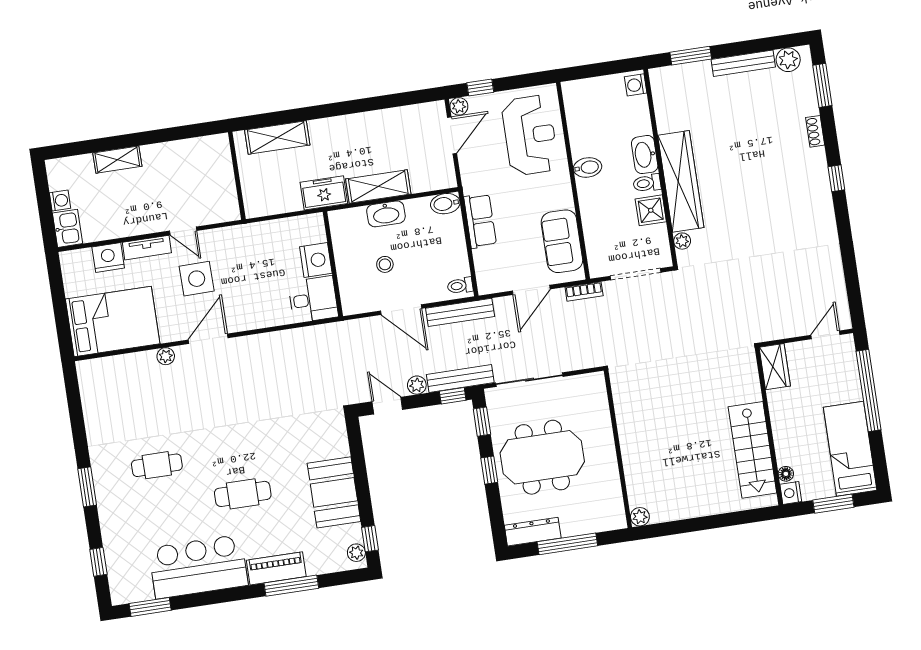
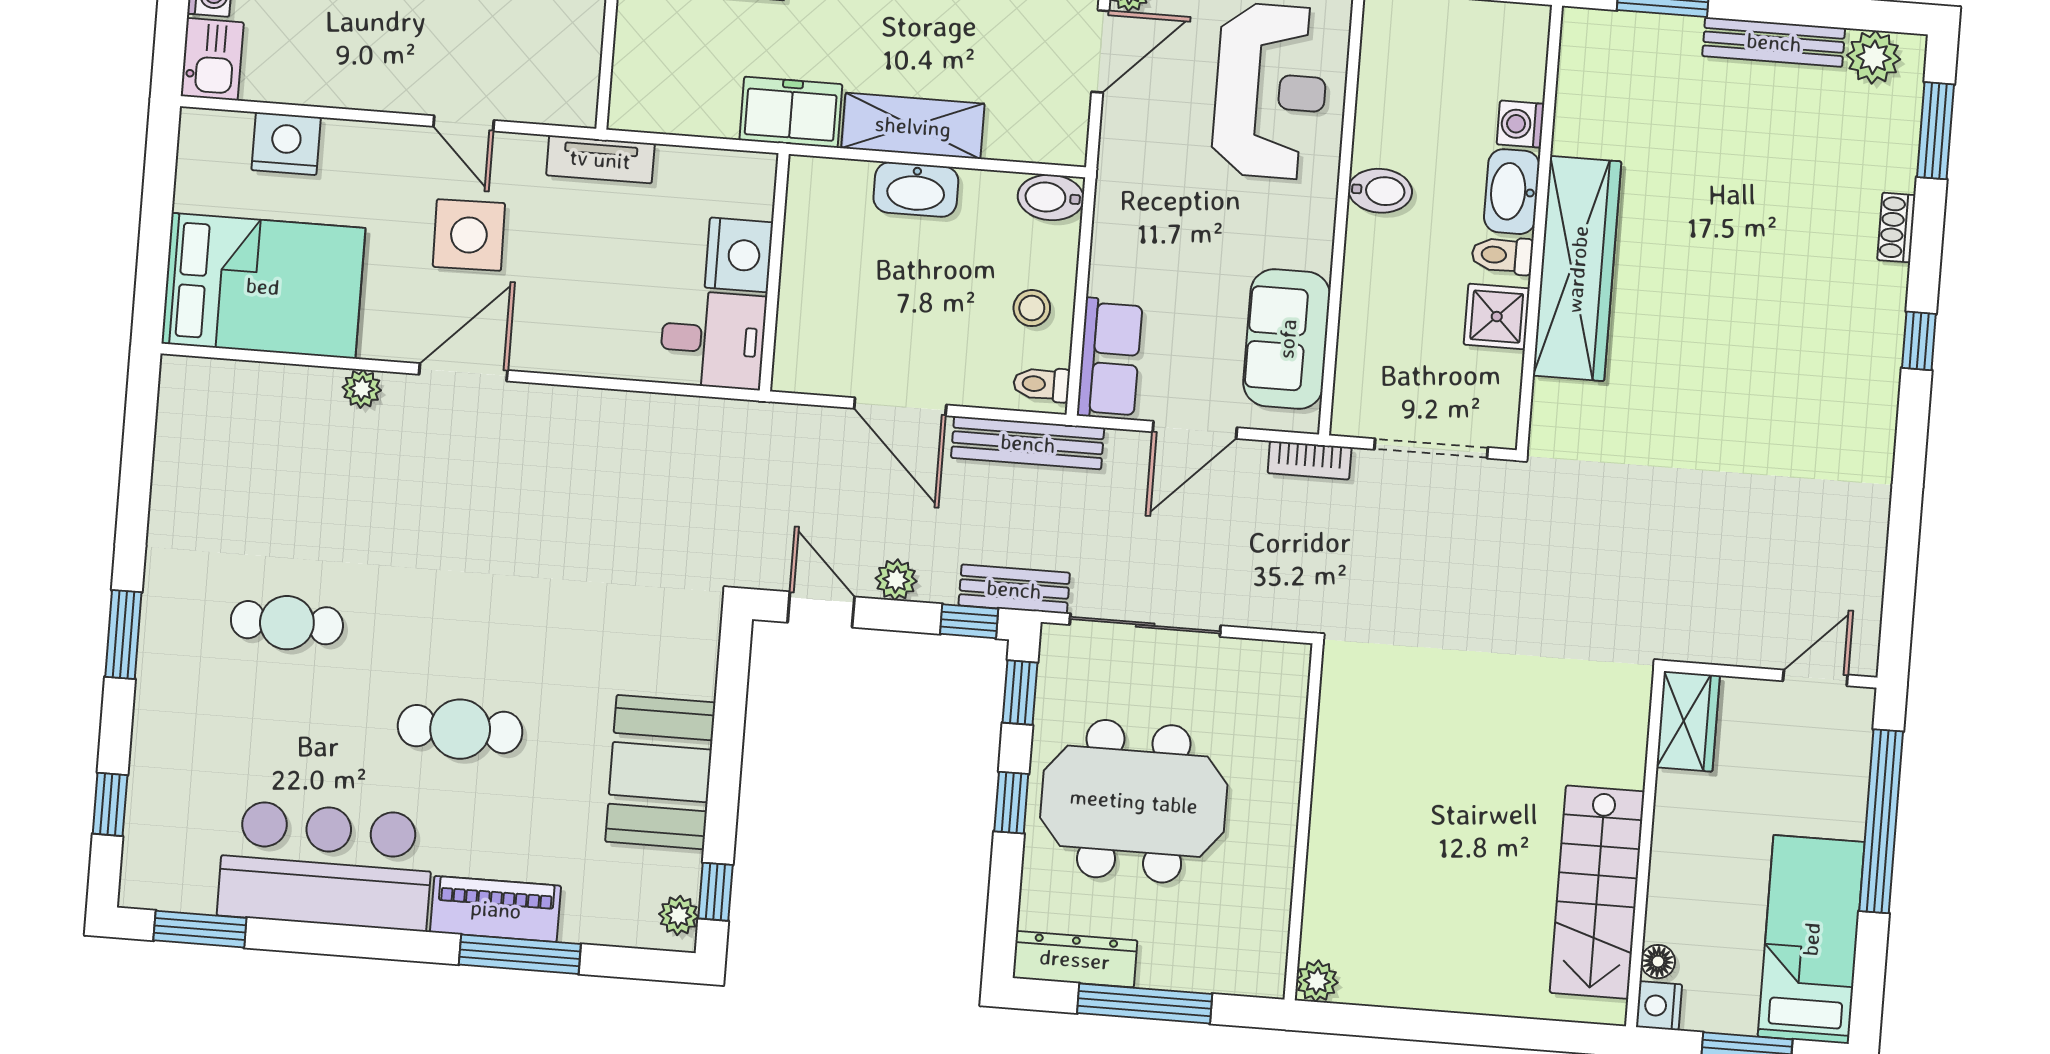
washing machine: (636, 85) -> (1520, 124), moved
row of seats: (480, 221) -> (1110, 359), moved
plant: (682, 241) -> (1550, 400), removed
tv unit: (147, 248) -> (600, 159), moved
stool: (385, 264) -> (1032, 308), moved
bench: (460, 379) -> (1014, 589), width x0.73

